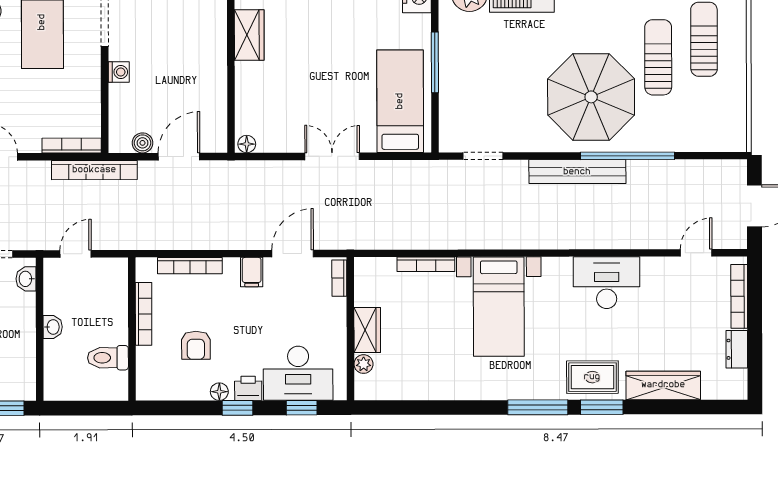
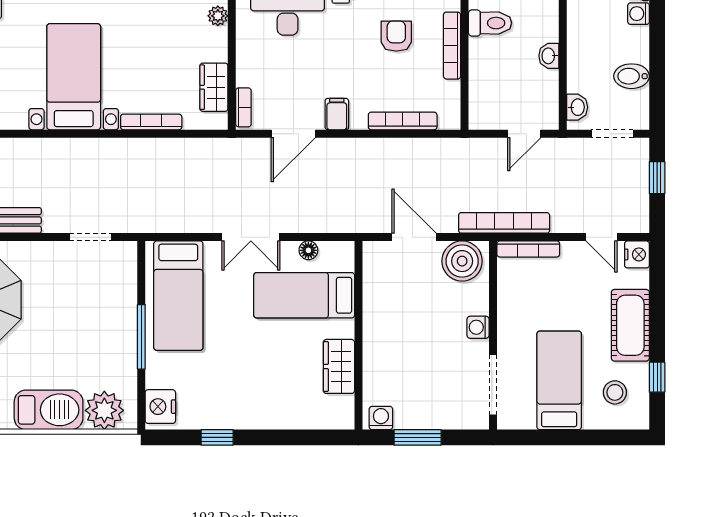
bed: (282, 102) -> (304, 295), added
boiler: (142, 143) -> (462, 261), width x1.86, depth x1.86
floor lamp: (247, 144) -> (308, 250), moved
door: (179, 157) -> (414, 237), swing flipped
bookcase: (144, 314) -> (452, 46), moved
wardrobe: (367, 330) -> (214, 87), moved

